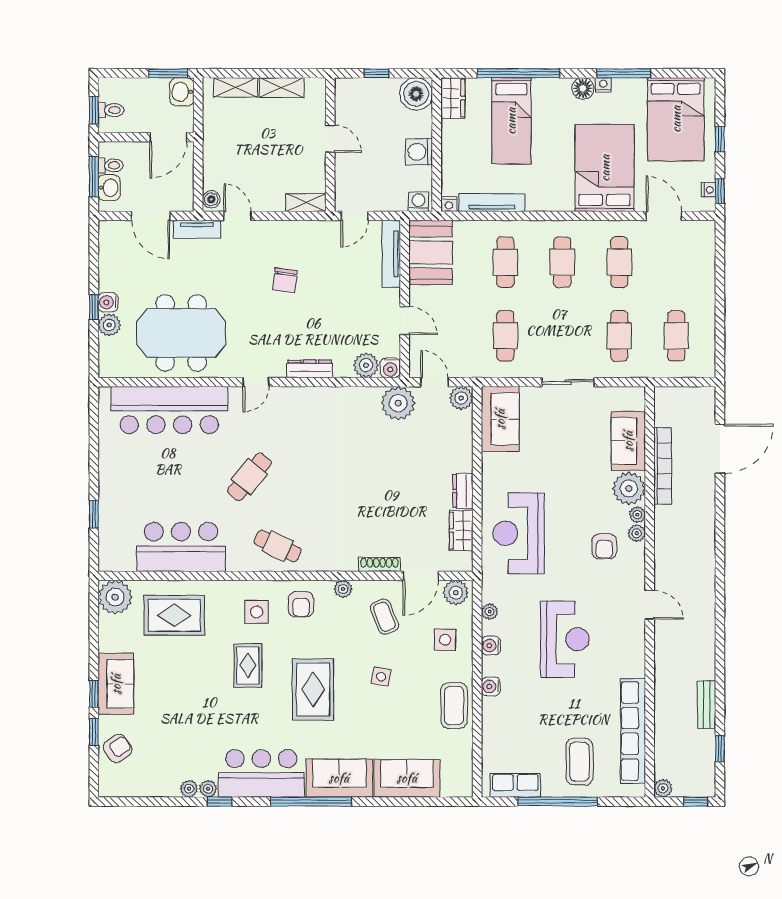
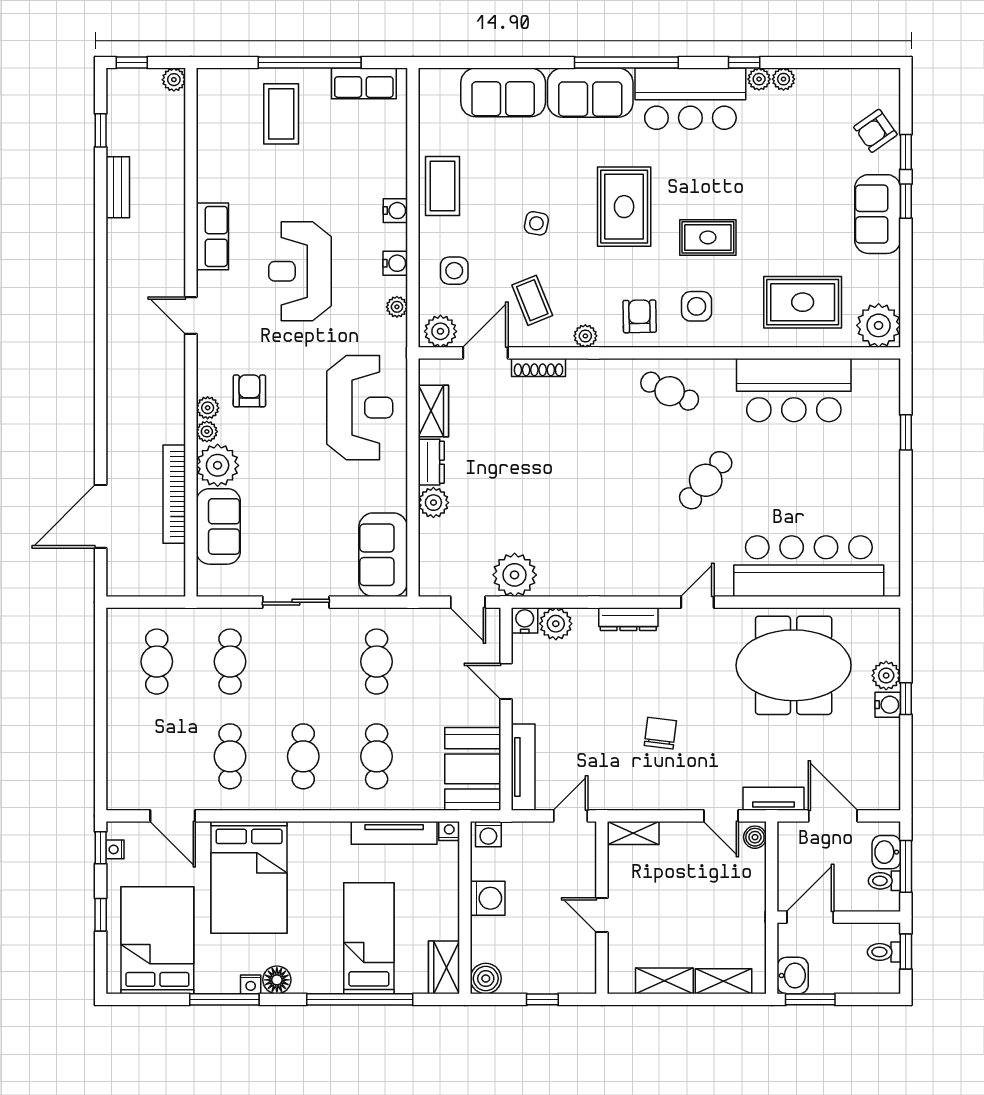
boiler: (416, 94) -> (486, 979), width x0.73, depth x0.73
plant: (461, 398) -> (433, 503), moved
rug: (248, 666) -> (708, 237), turned 90
row of seats: (633, 731) -> (212, 236), moved, width x0.50

